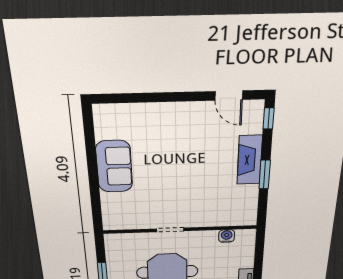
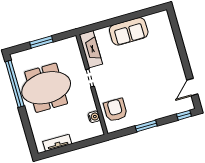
fireplace: (250, 160) -> (91, 49), moved, turned 90
armchair: (227, 208) -> (115, 110), added

